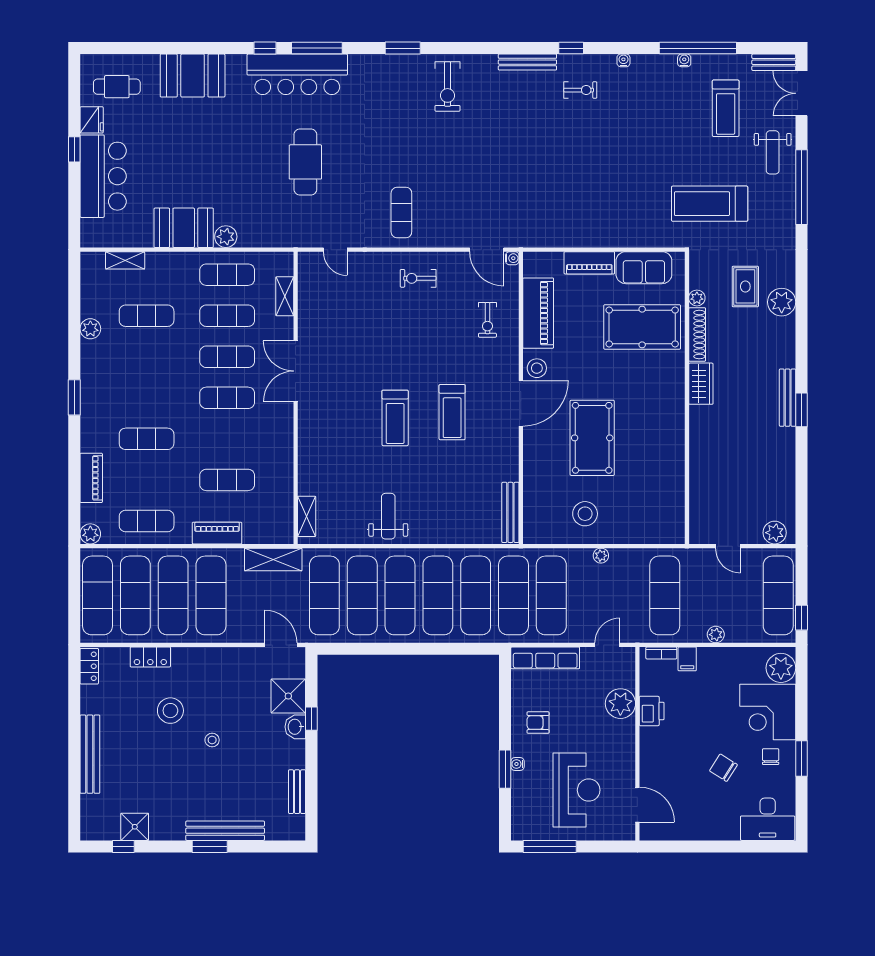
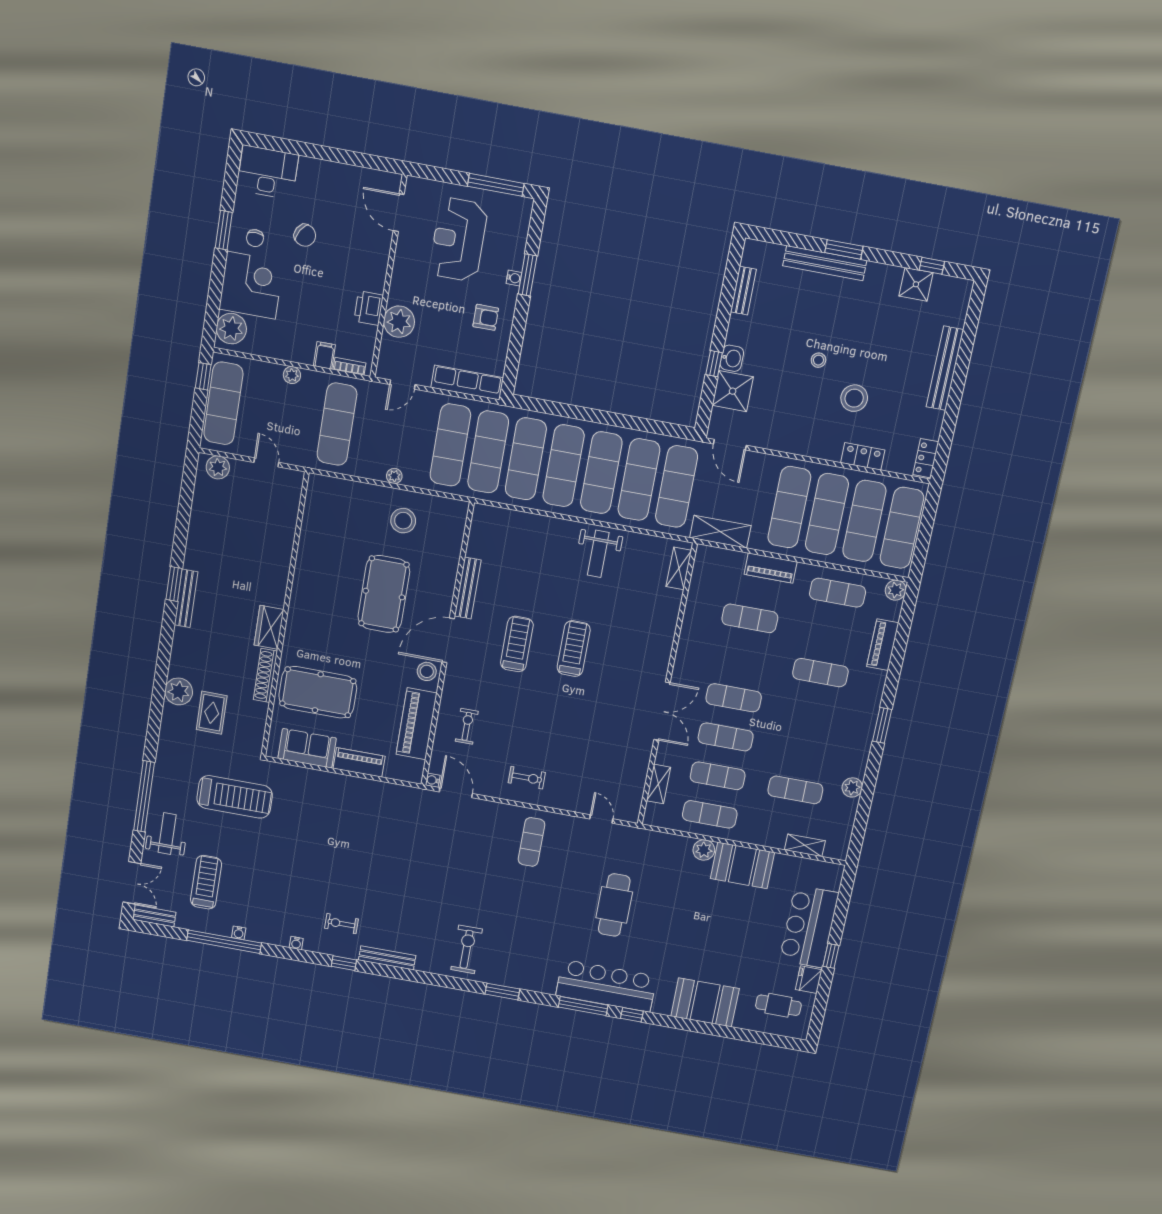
plant: (697, 298) -> (260, 710), removed
bench: (510, 512) -> (468, 588), moved

